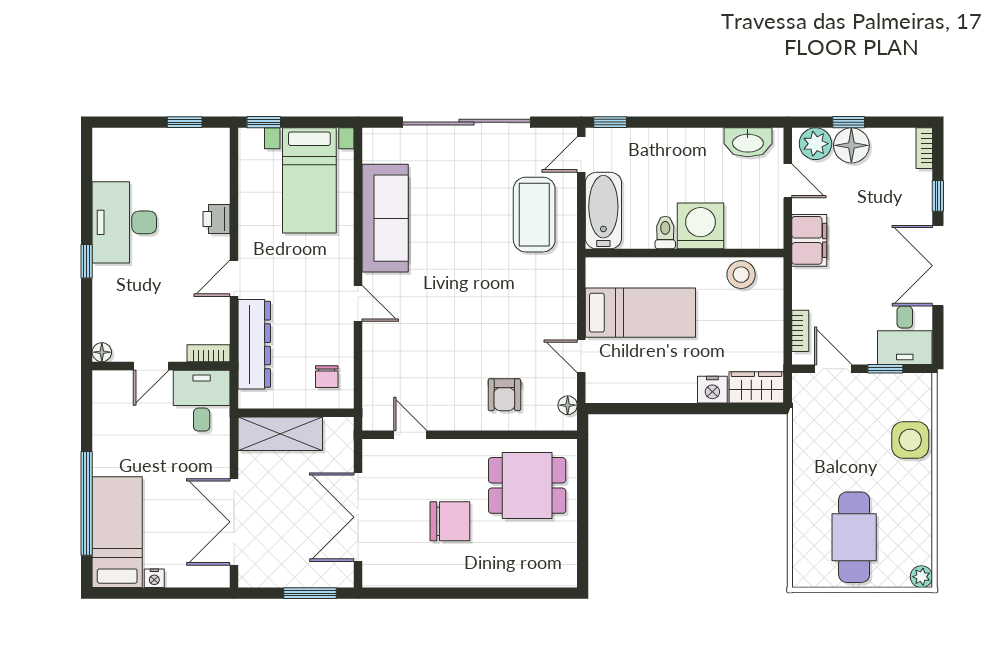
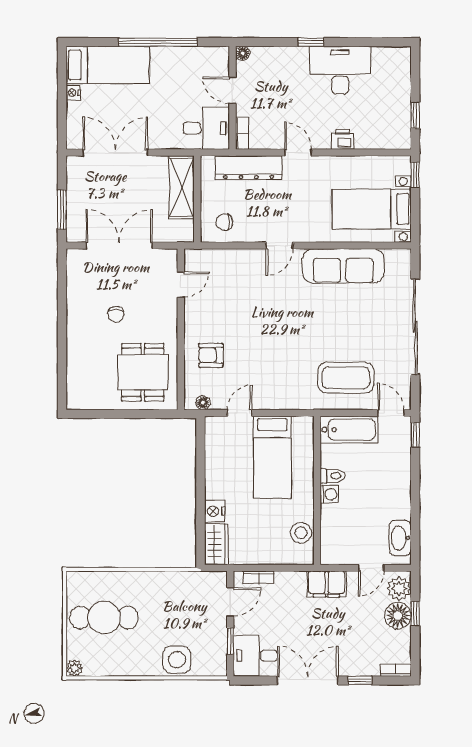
washing machine: (700, 226) -> (329, 494), width x0.53, depth x0.53
window: (87, 503) -> (158, 42), moved
chair: (450, 521) -> (116, 314), width x0.54, depth x0.54

